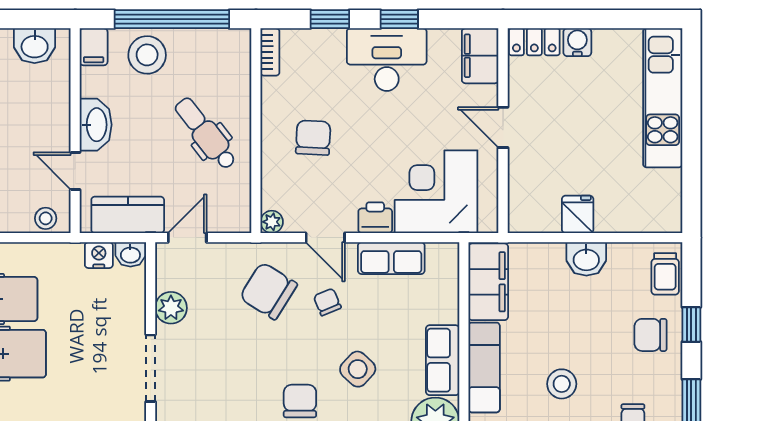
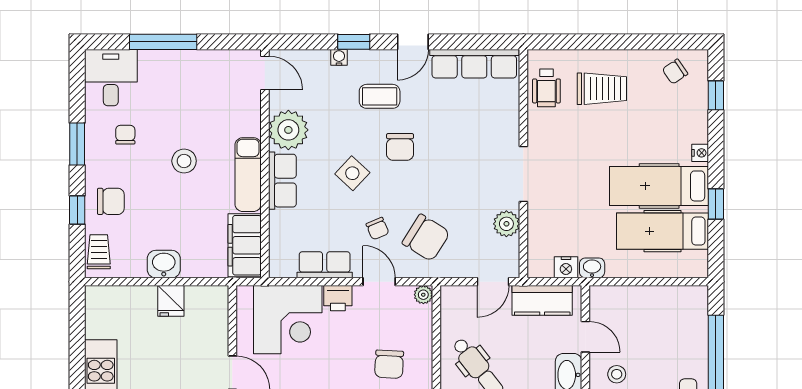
stool: (46, 218) -> (617, 374), moved
washbasin: (130, 254) -> (592, 268), moved

